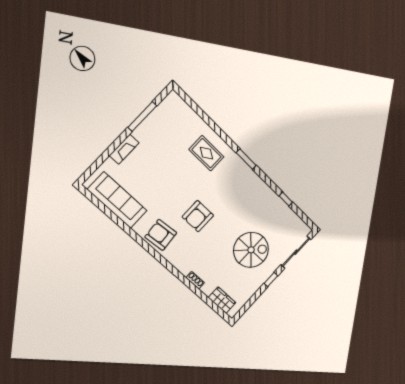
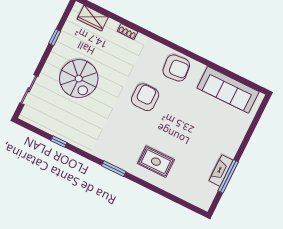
fireplace: (124, 149) -> (221, 171), moved
spiral stairs: (251, 250) -> (79, 79), turned -90
sliding door: (296, 252) -> (29, 90), width x0.73
window: (271, 280) -> (55, 37), moved

